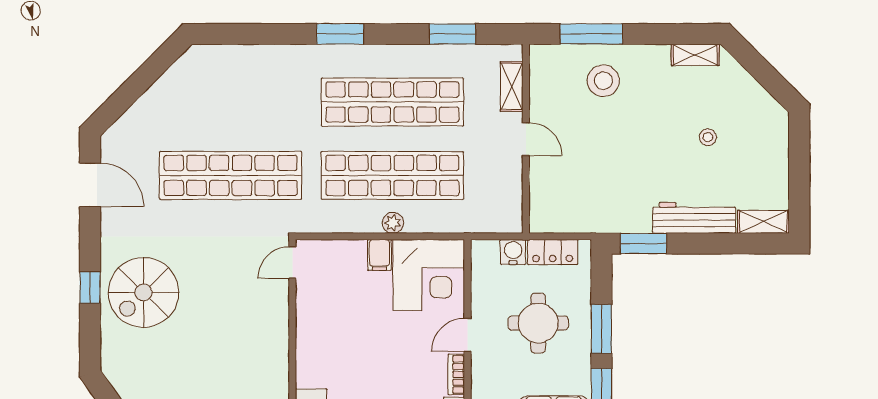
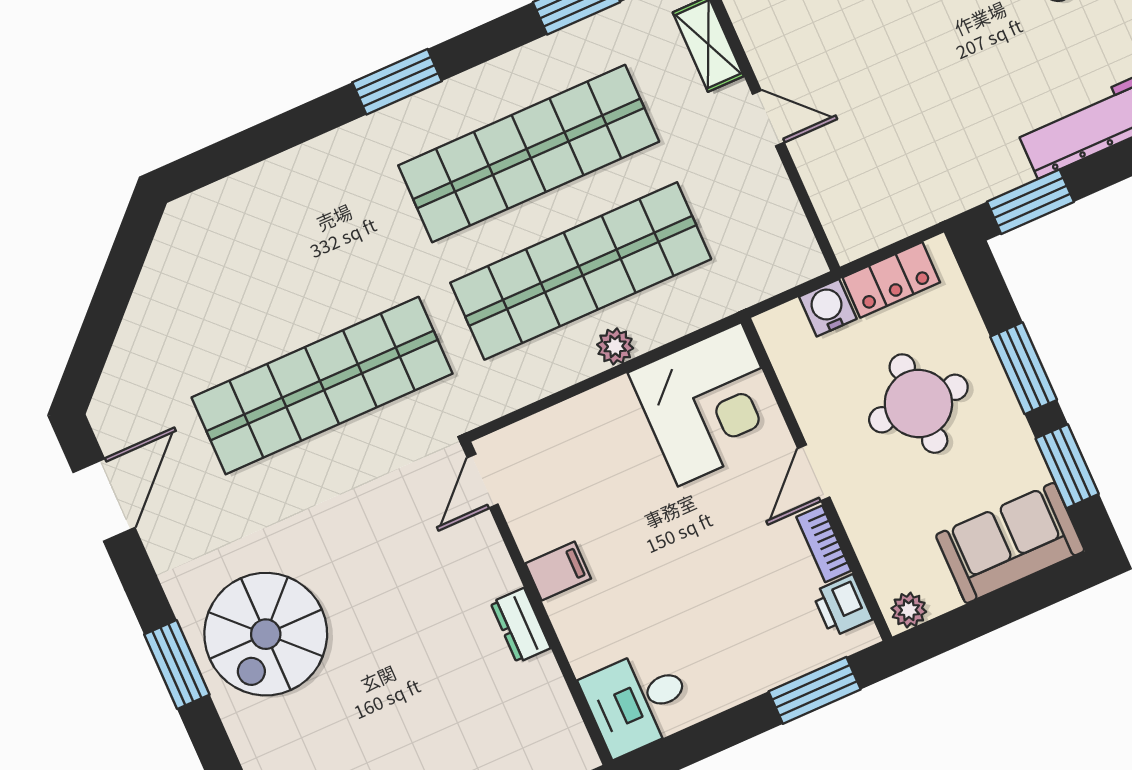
door: (90, 185) -> (104, 500), hinge flipped
filing cabinet: (379, 255) -> (558, 571), moved, turned -90
window: (90, 288) -> (177, 664), width x1.50
dresser: (279, 347) -> (520, 625), added

